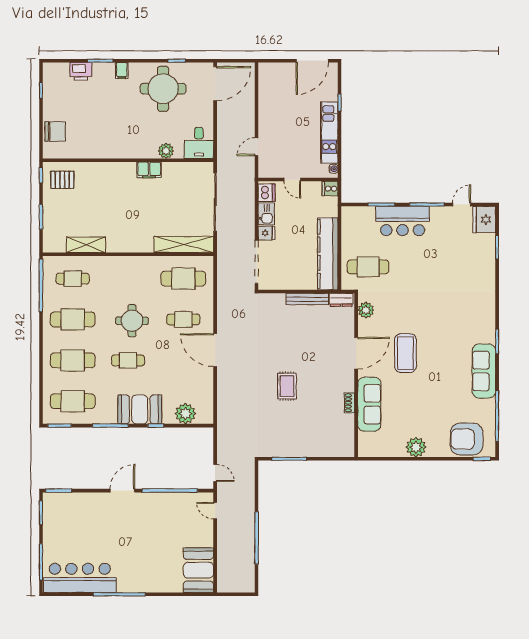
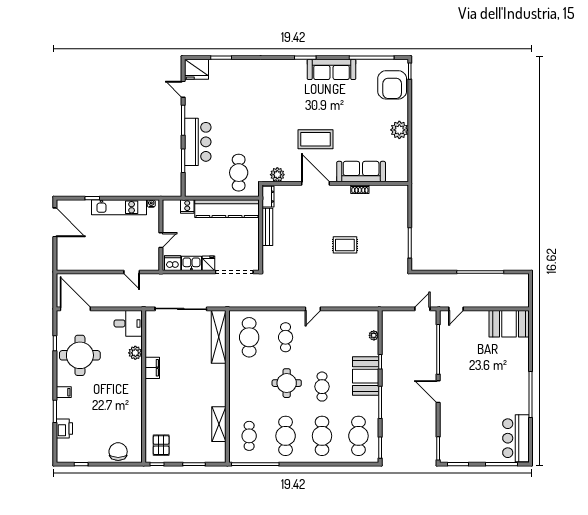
cooker: (330, 189) -> (187, 206), moved
door: (215, 350) -> (313, 309), width x0.53
plant: (185, 414) -> (374, 335), width x0.53, depth x0.53
bar counter: (80, 578) -> (516, 438), width x0.73

